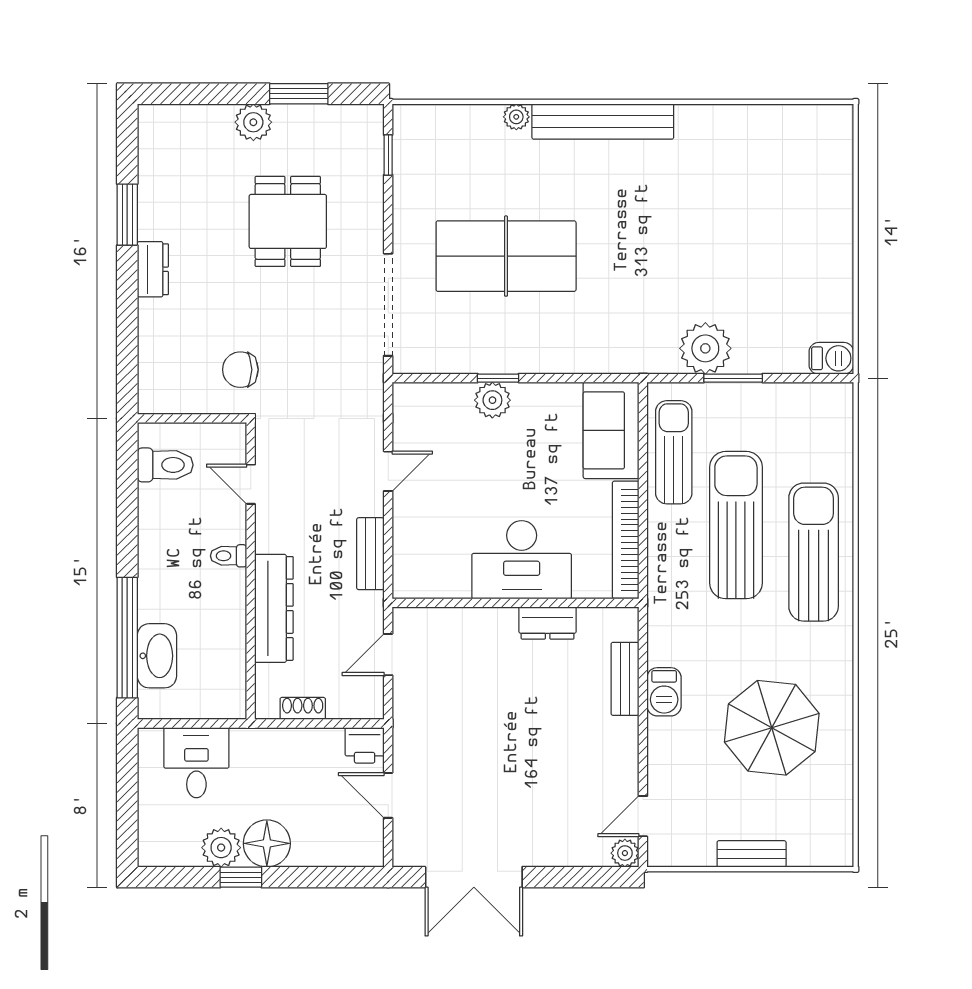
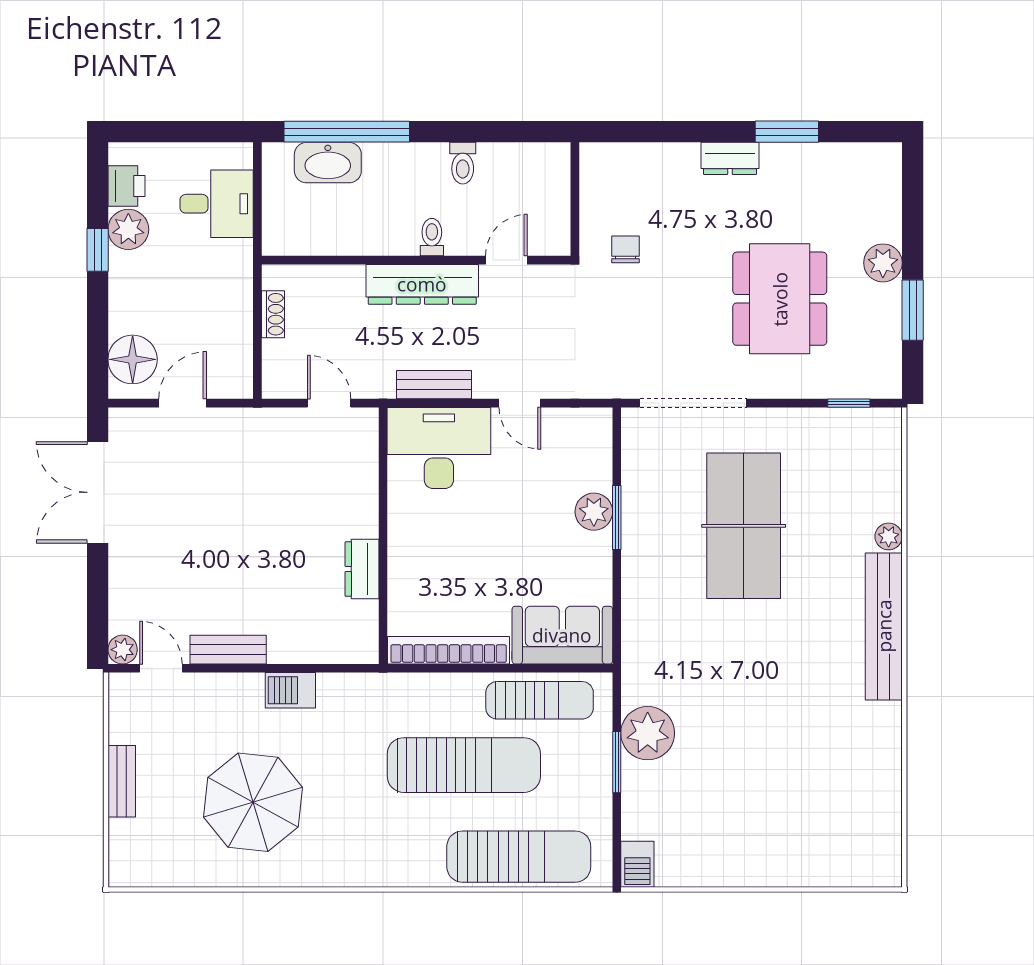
dining table: (288, 221) -> (780, 299), width x1.38
chair: (240, 370) -> (626, 249), width x0.73, depth x0.73
window: (498, 378) -> (617, 518), width x1.50
toilet: (165, 465) -> (463, 163), moved, width x0.73, depth x0.72
sun lounger: (814, 552) -> (519, 857), moved
desk: (522, 560) -> (439, 448), moved, turned 90
dresser: (274, 608) -> (422, 284), moved
bench: (625, 679) -> (228, 650), moved
printer: (365, 745) -> (127, 186), moved, turned 180
floor lamp: (267, 843) -> (133, 359), moved

